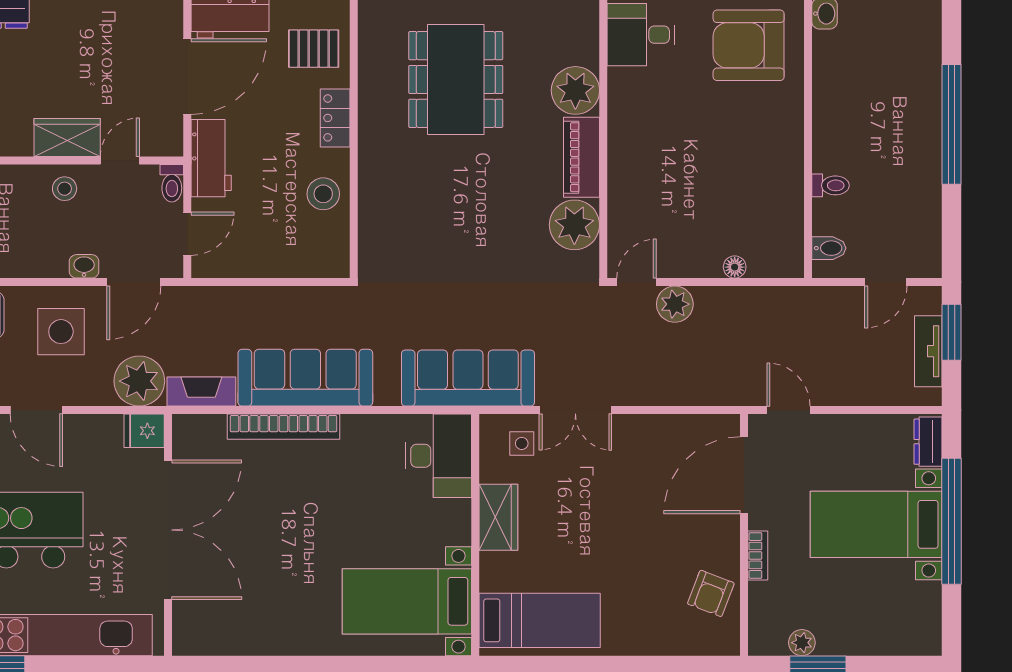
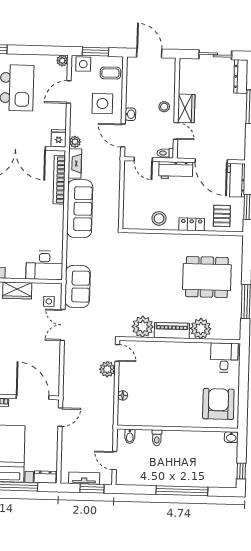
sofa: (468, 378) -> (78, 286), width x0.73
plant: (139, 381) -> (75, 142), width x0.53, depth x0.53
bookcase: (284, 427) -> (59, 180), moved

